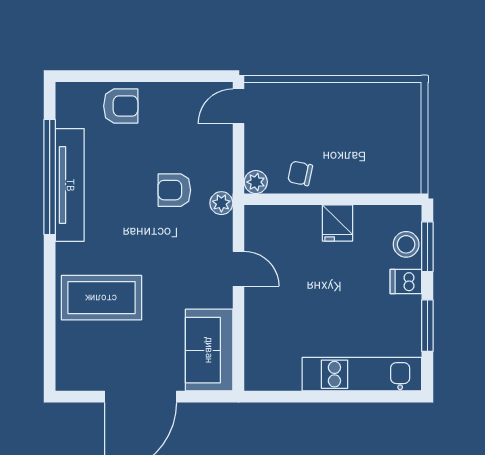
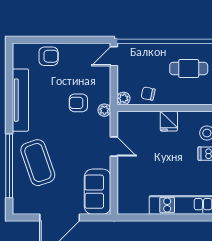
cafe table: (373, 128) -> (189, 69), added
window: (50, 177) -> (9, 166), moved
coffee table: (101, 298) -> (38, 163), turned 71

